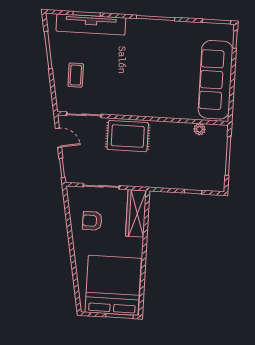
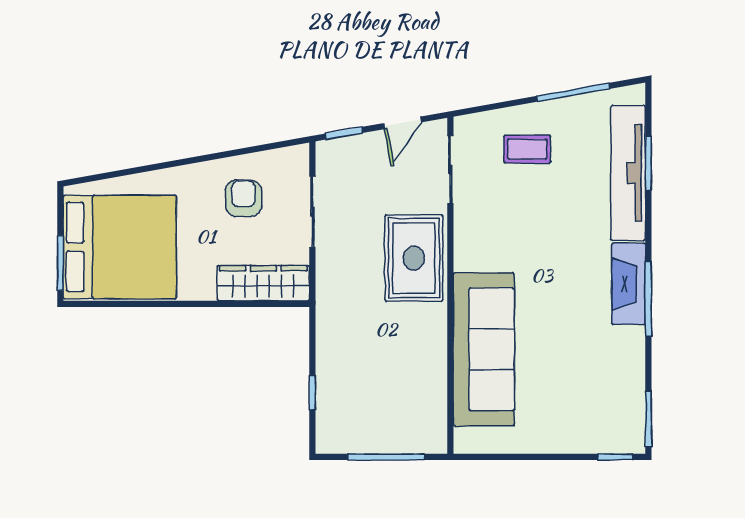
fireplace: (147, 28) -> (629, 284), added
sofa: (216, 80) -> (484, 349), moved, turned 90
plant: (200, 129) -> (436, 398), removed

